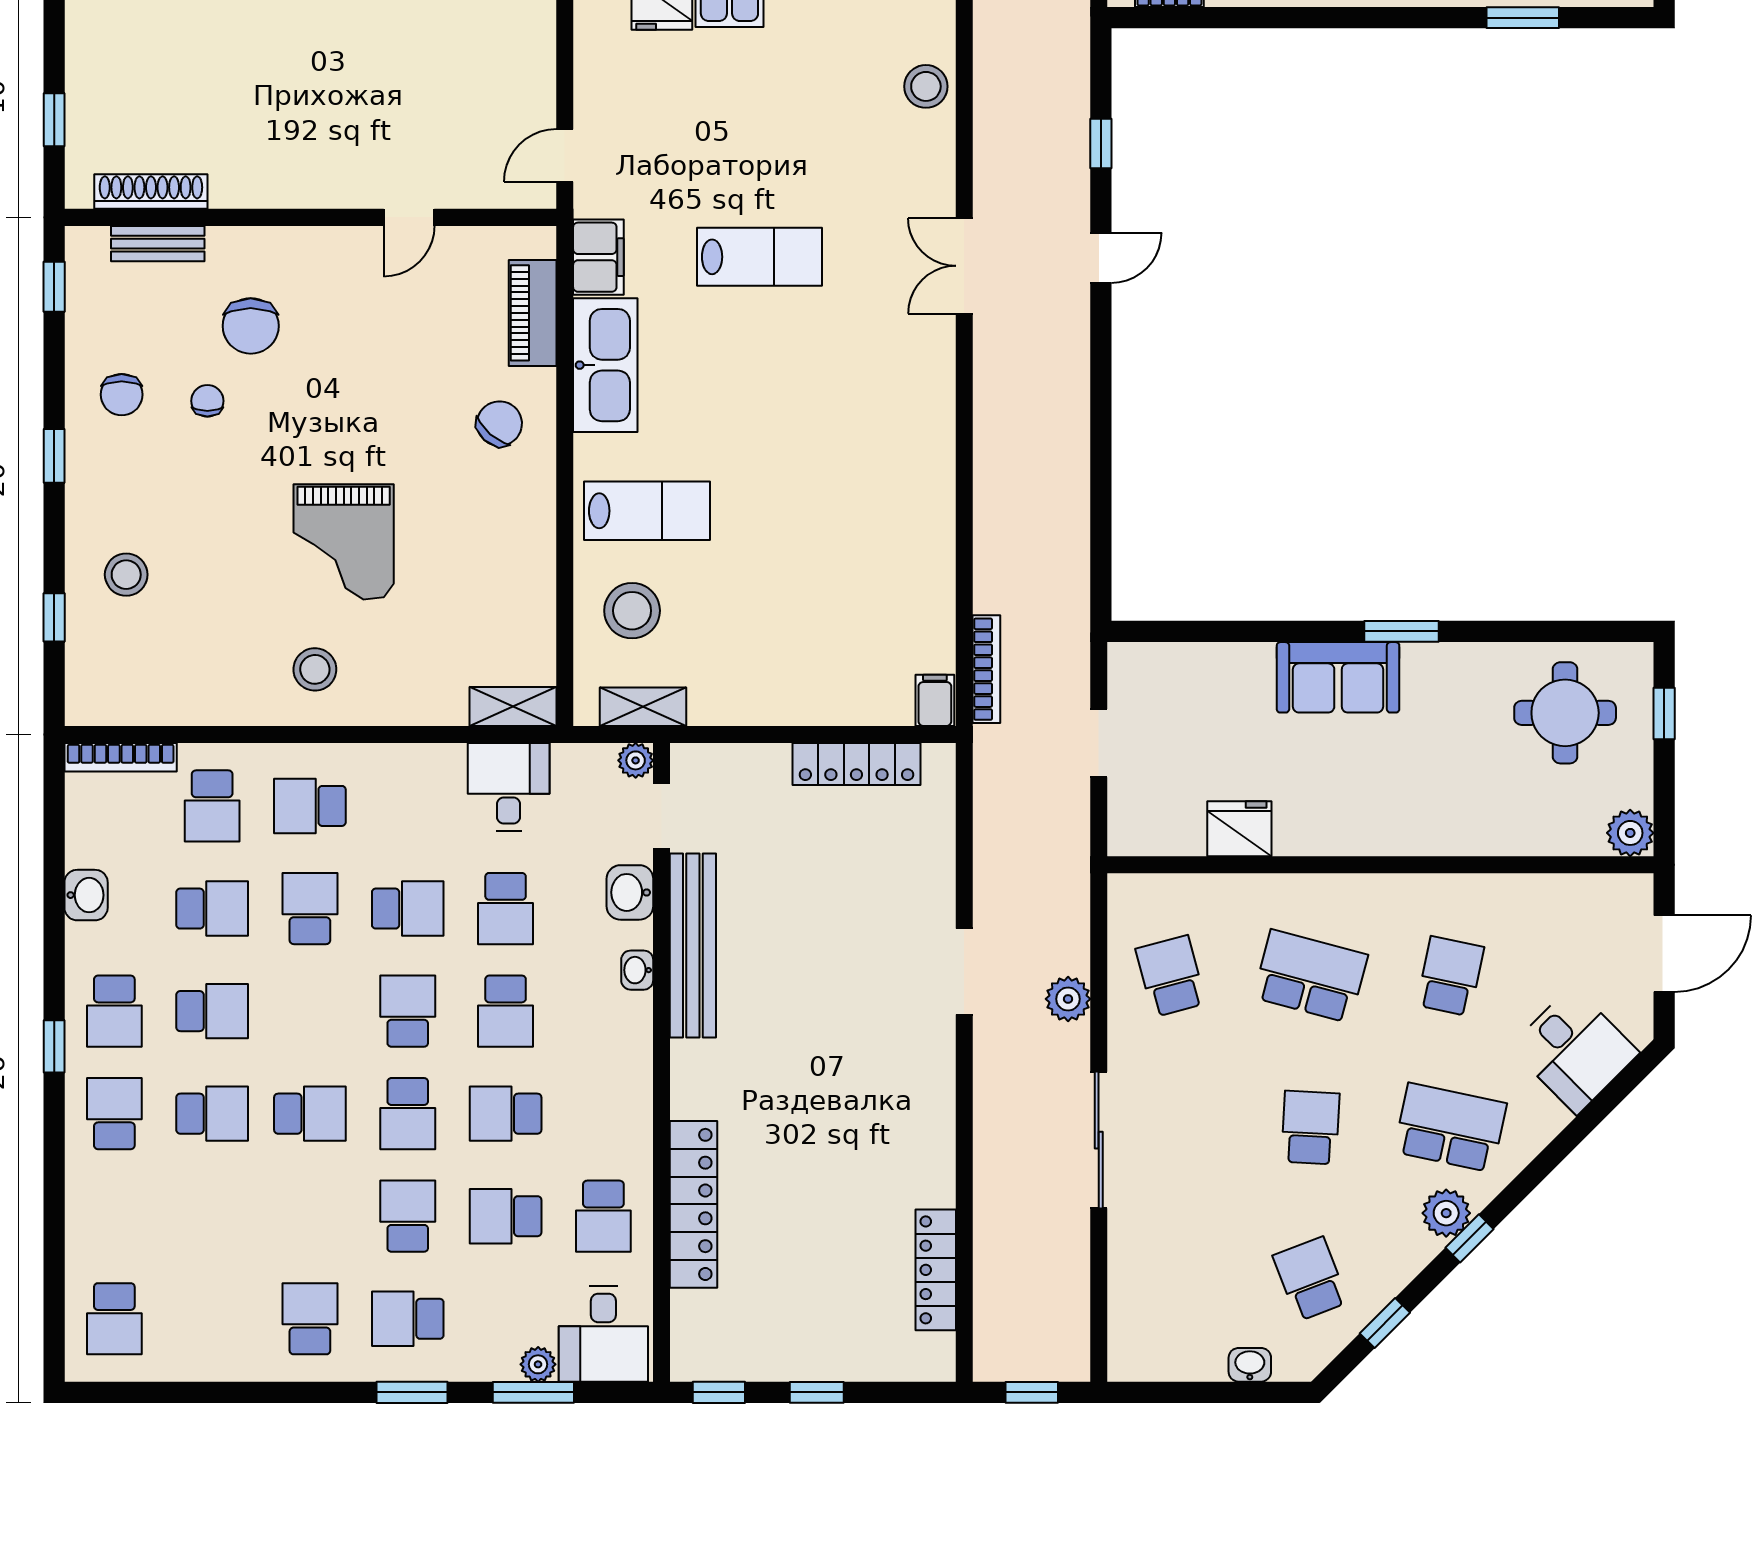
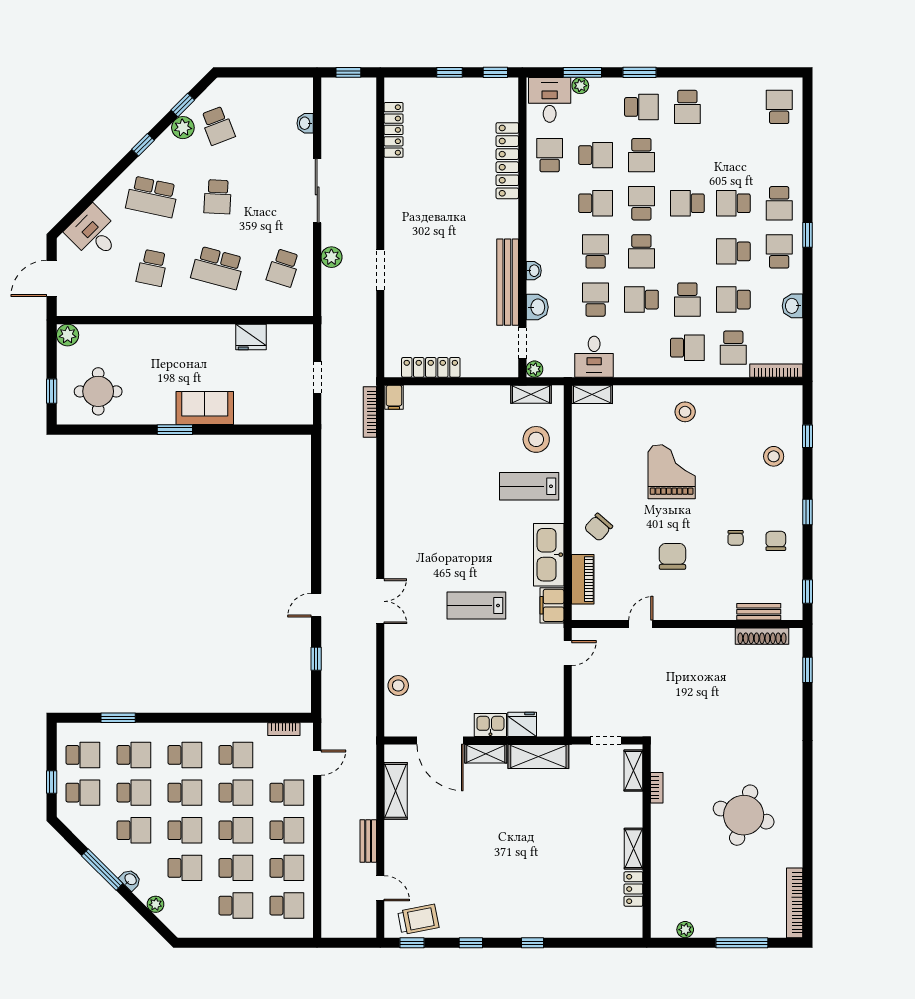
chair: (251, 326) -> (672, 556), moved
school desk: (212, 806) -> (733, 348), turned 180
school desk: (1171, 976) -> (283, 268), turned 33
plant: (1446, 1213) -> (183, 128), moved
washbasin: (1250, 1365) -> (305, 123), moved, turned 90

